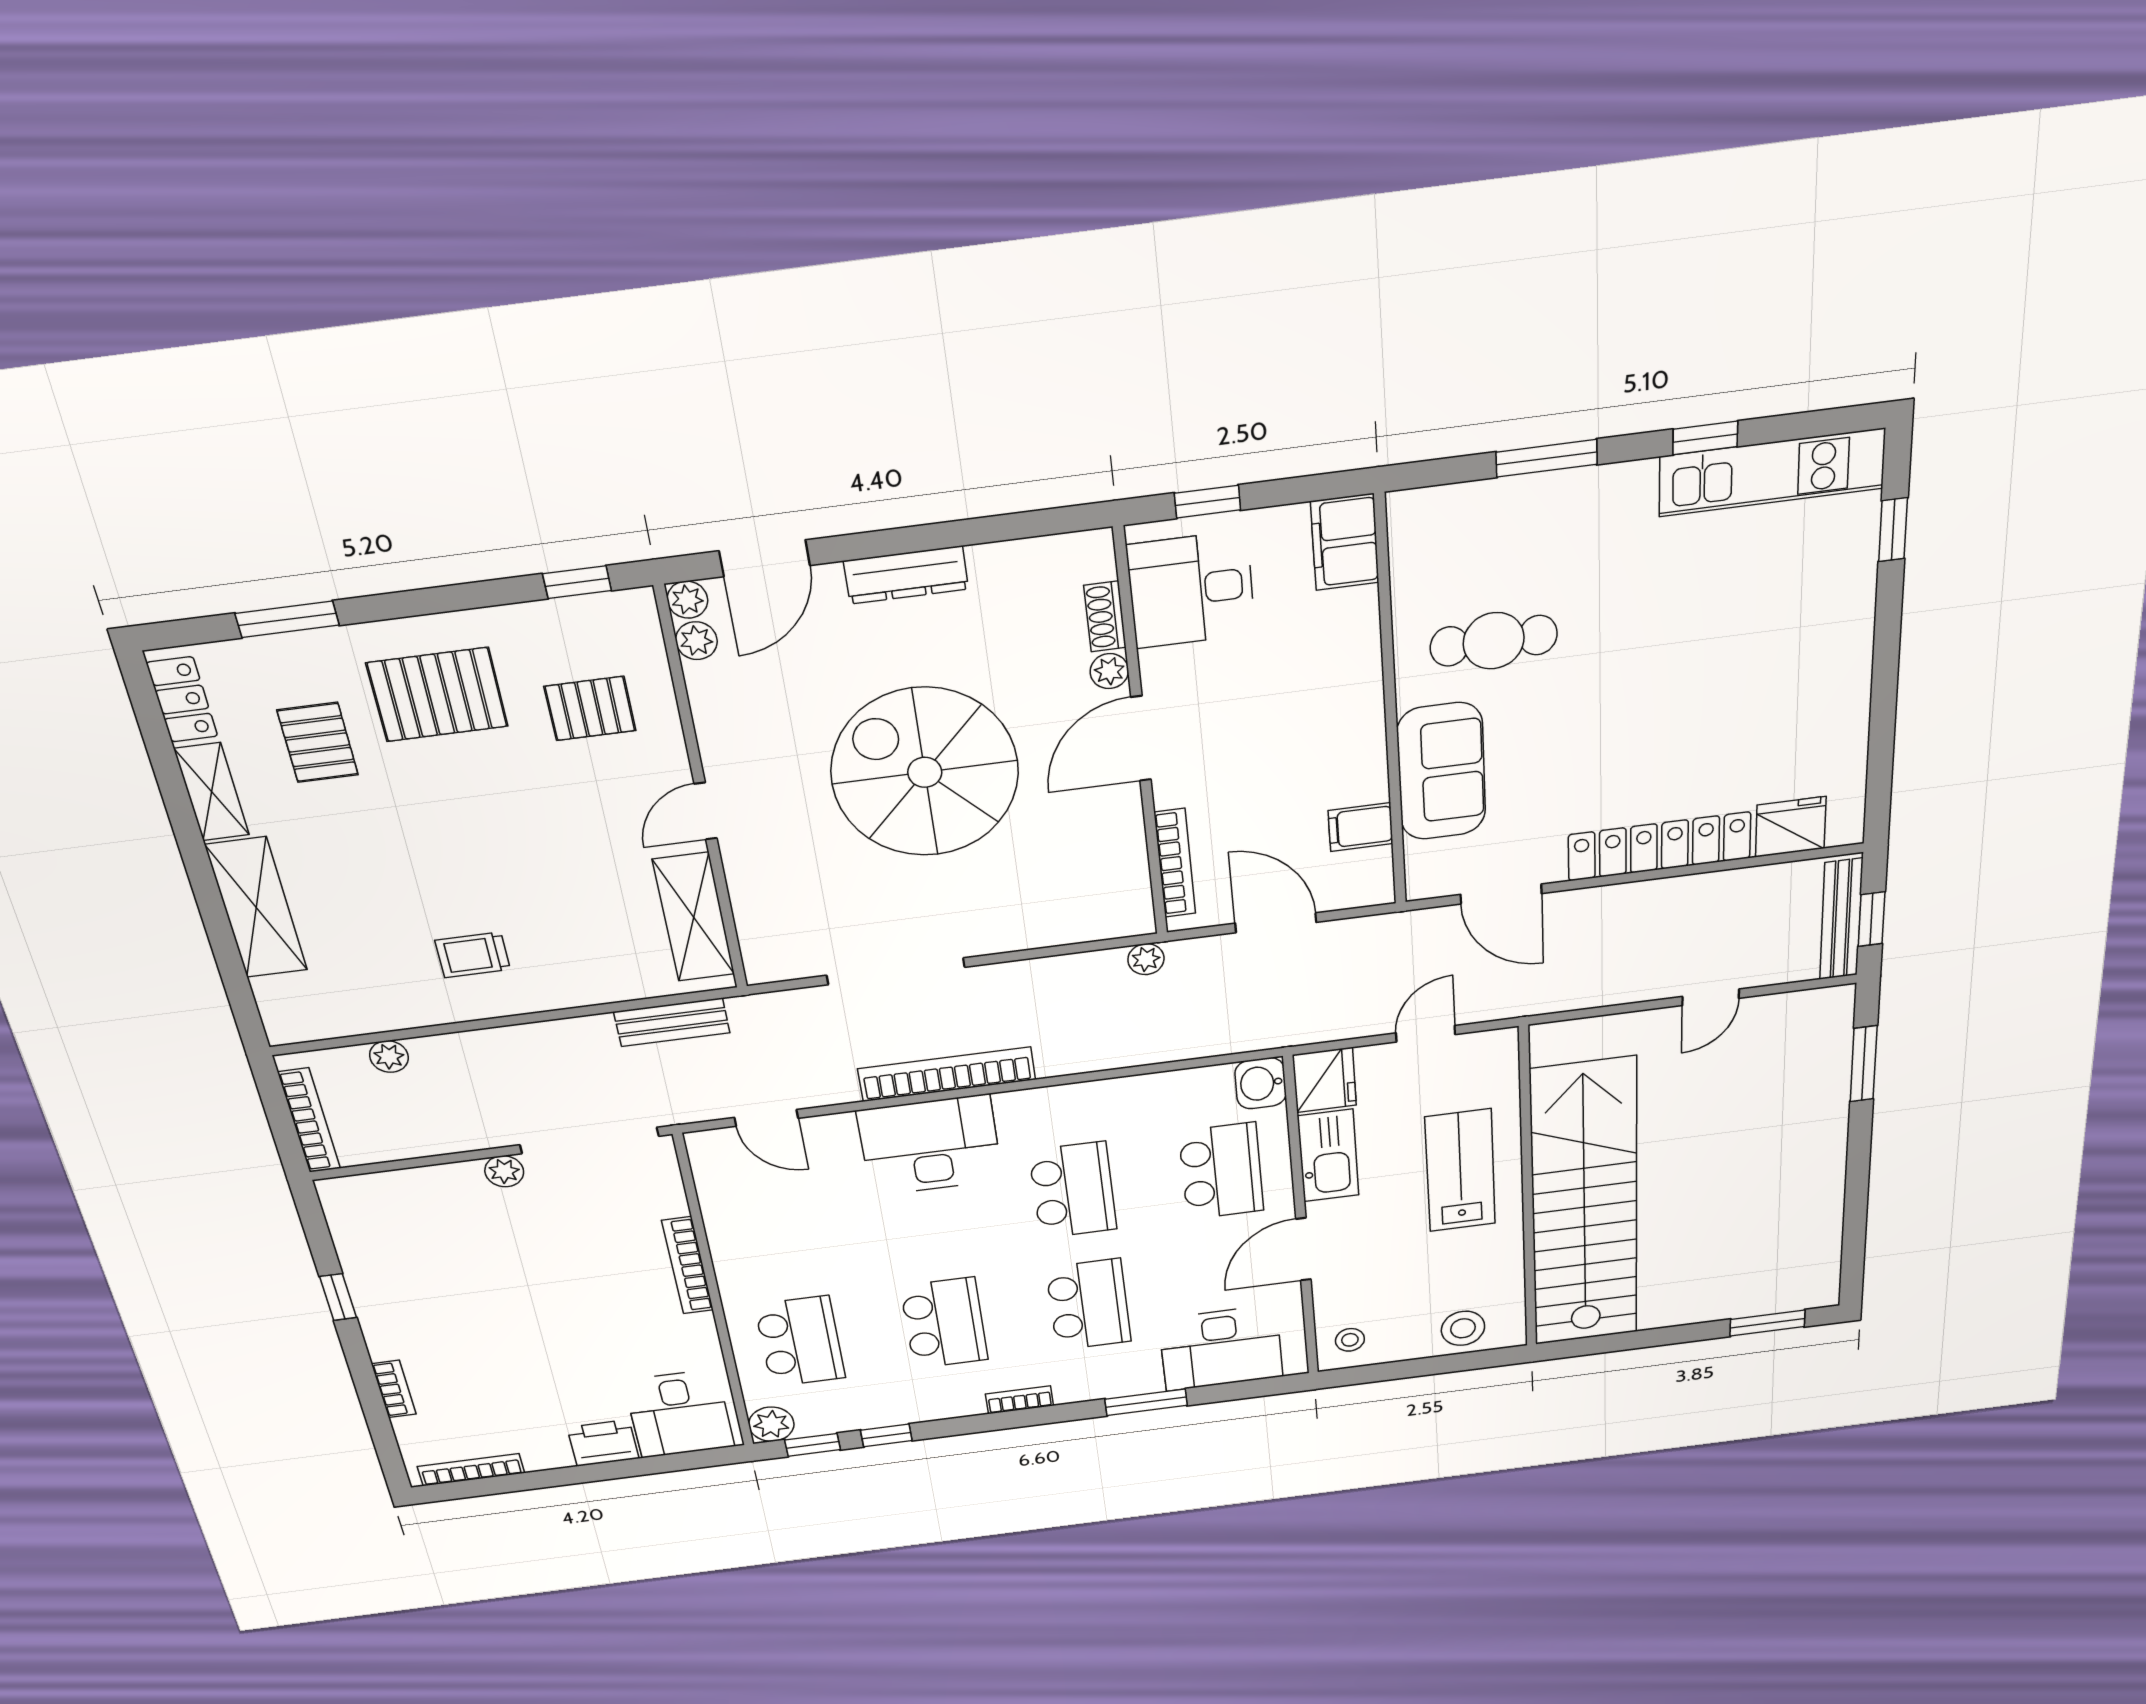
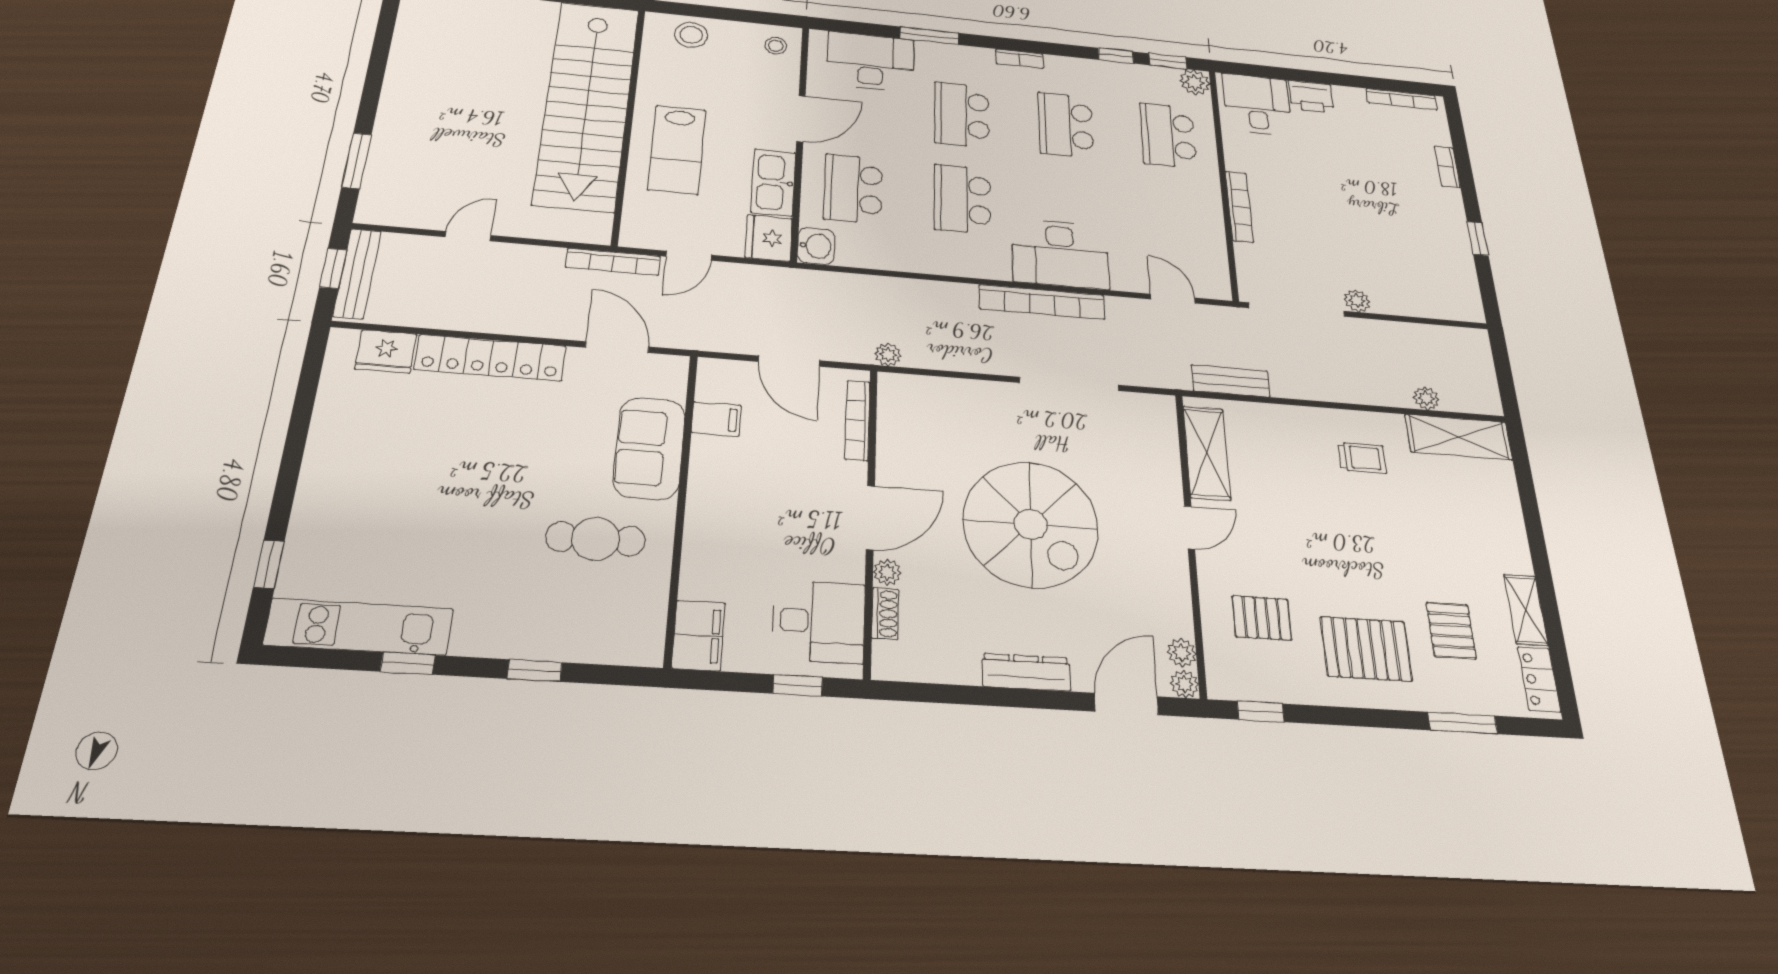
window: (1547, 458) -> (535, 671), width x0.67
shelving: (256, 908) -> (1459, 437), moved, turned 90
bookcase: (309, 1120) -> (613, 262), moved, turned -90

